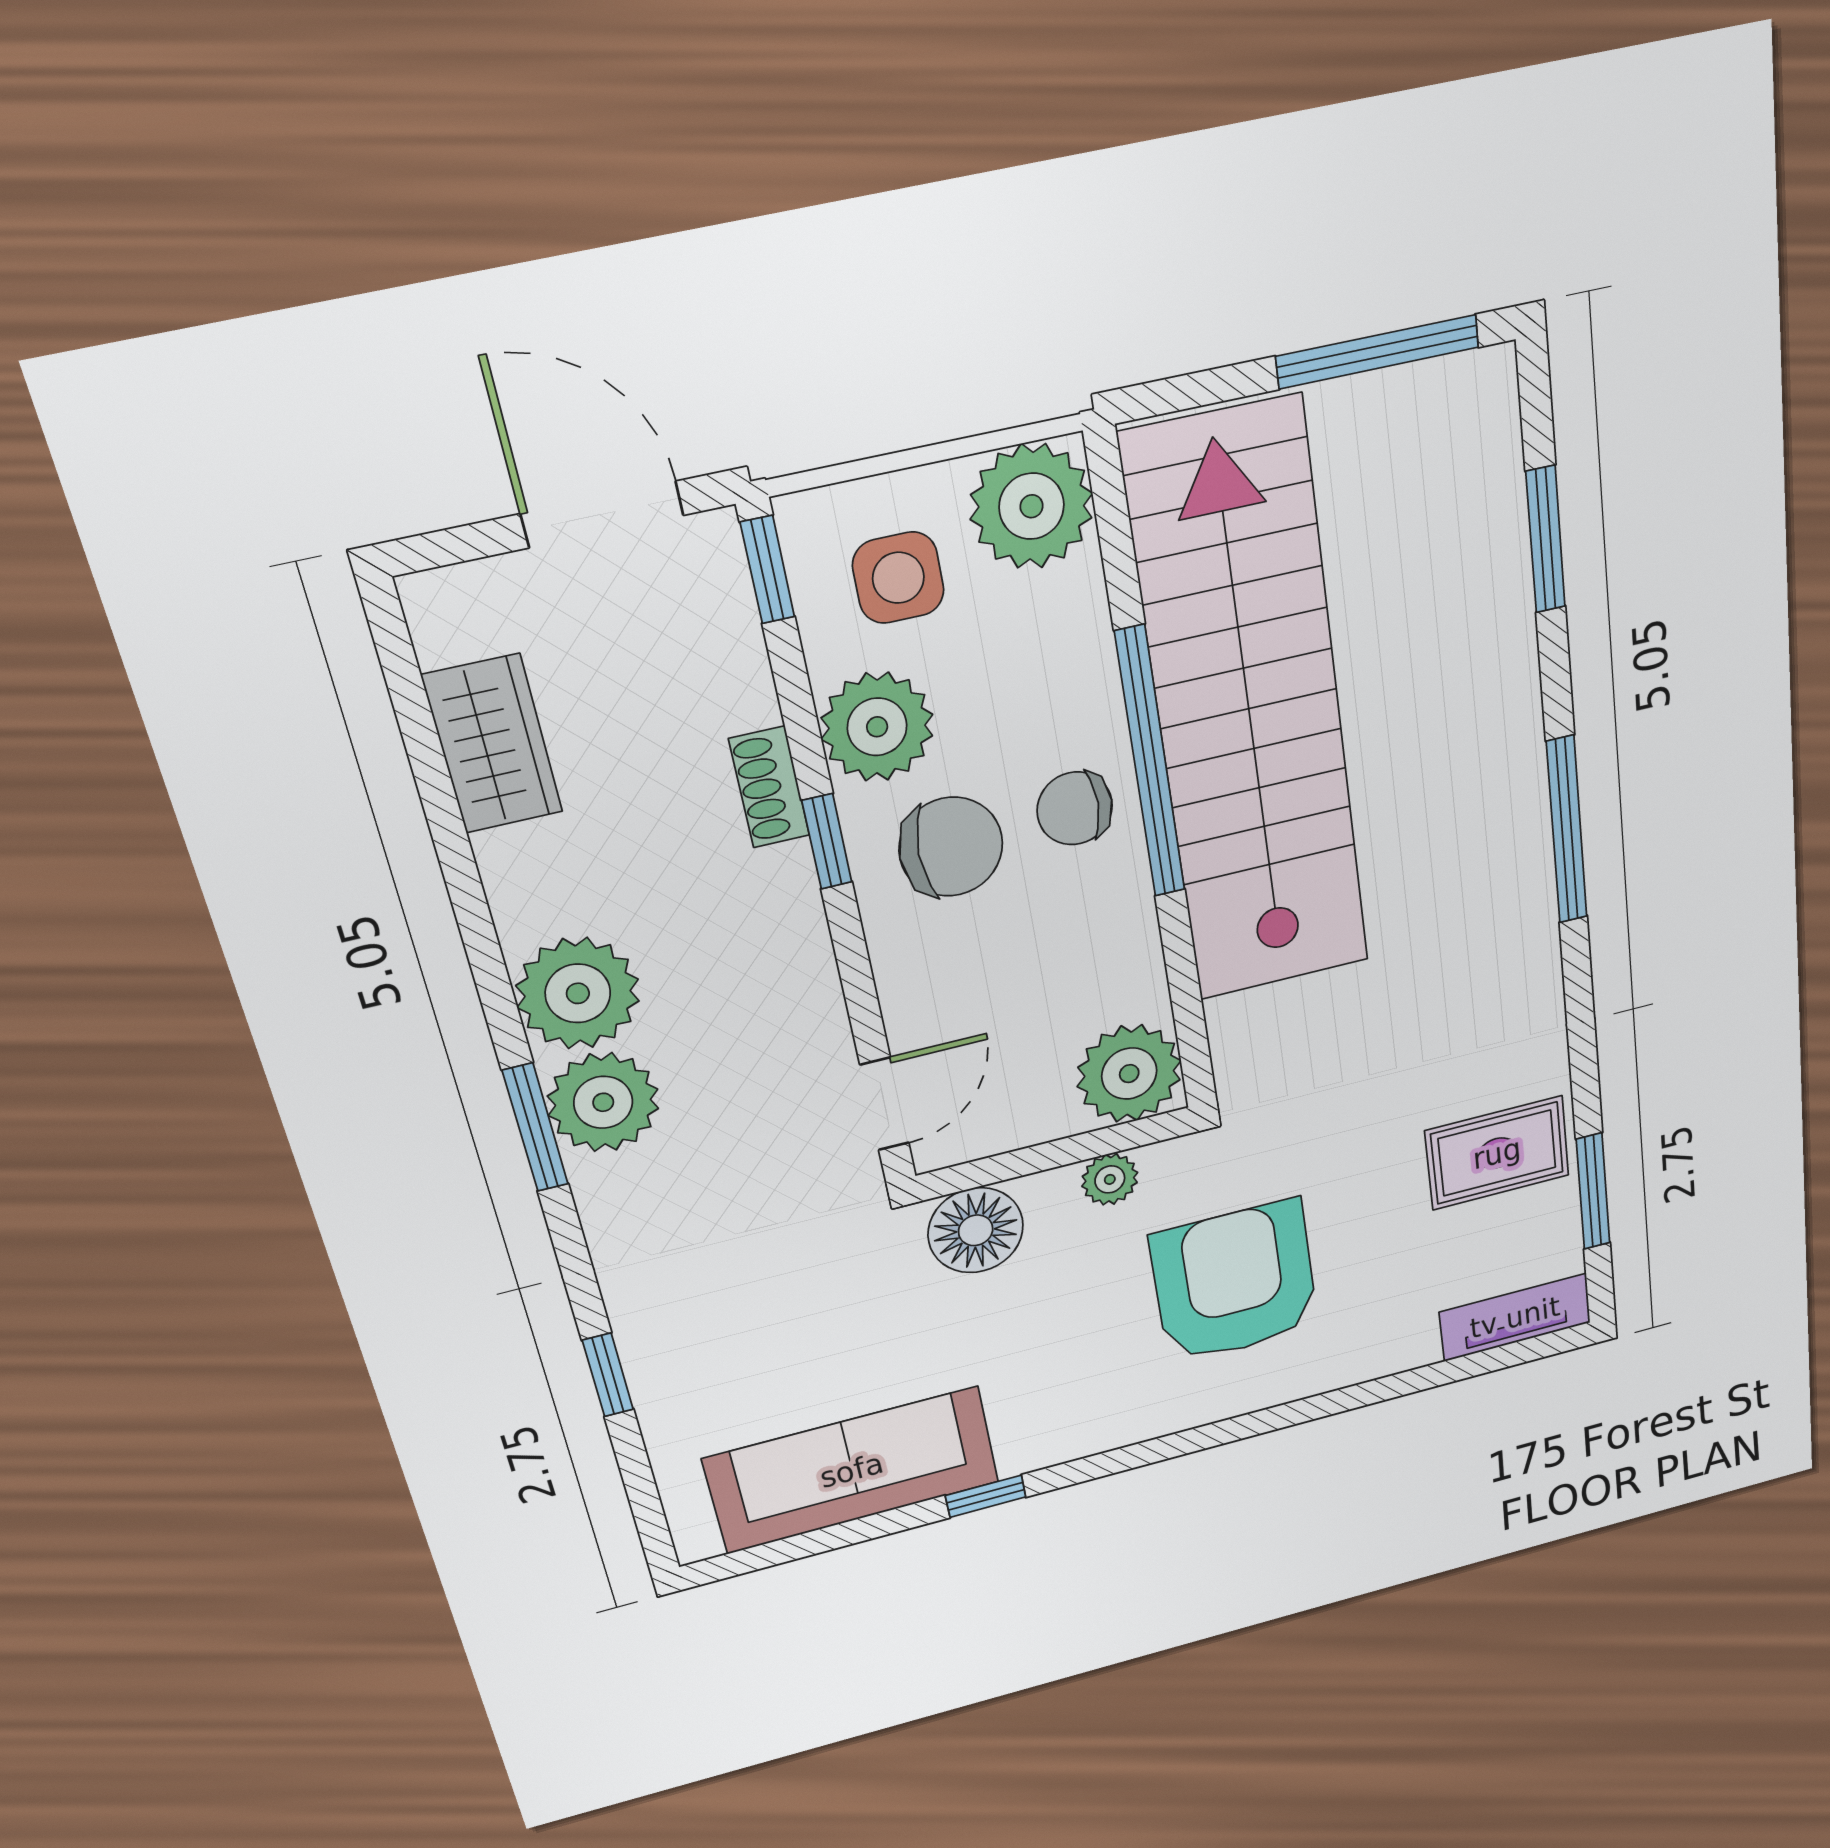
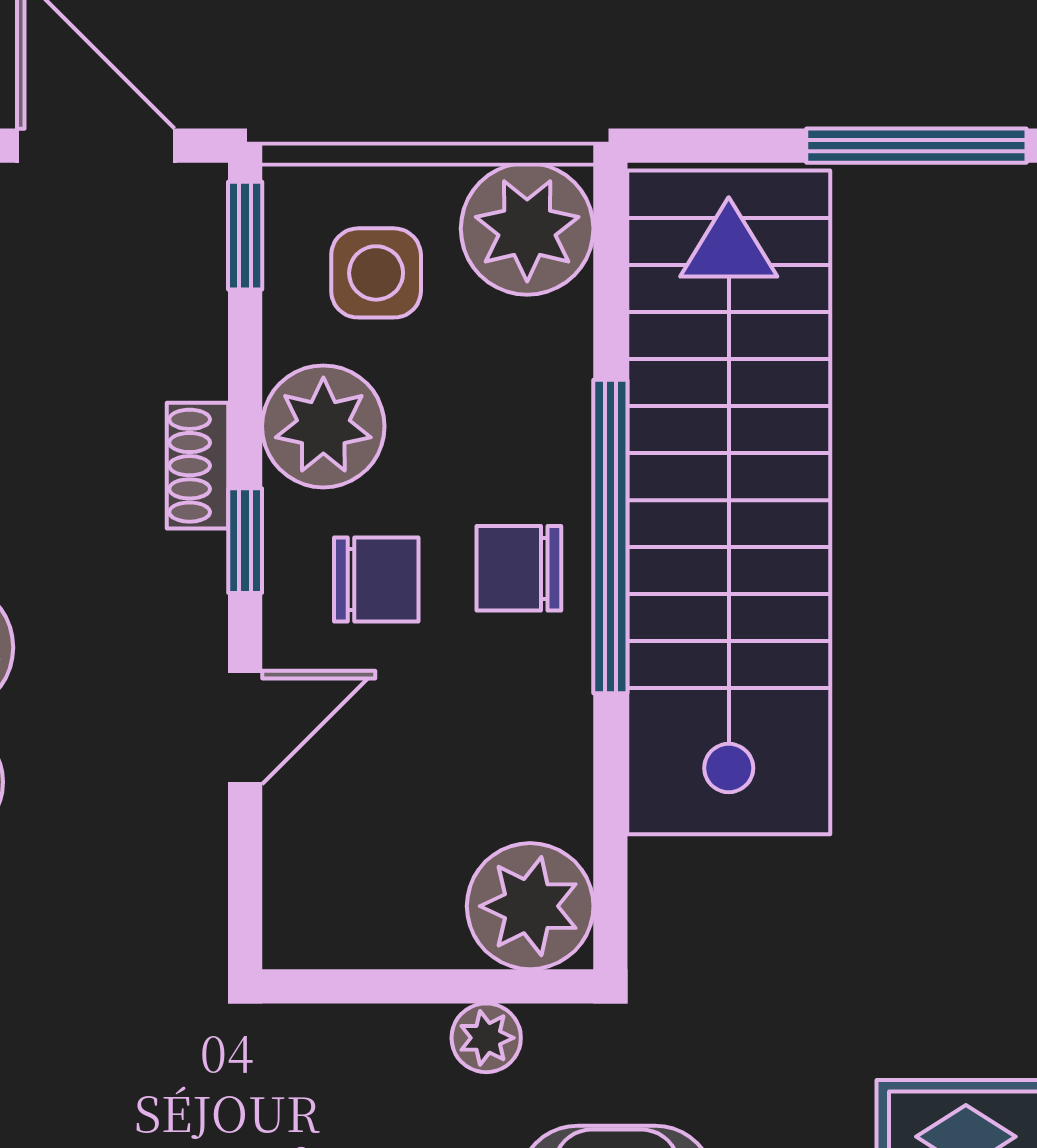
chair: (951, 847) -> (376, 580), width x0.73, depth x0.73
door: (884, 1104) -> (245, 727), moved
floor lamp: (976, 1230) -> (318, 1060), removed

